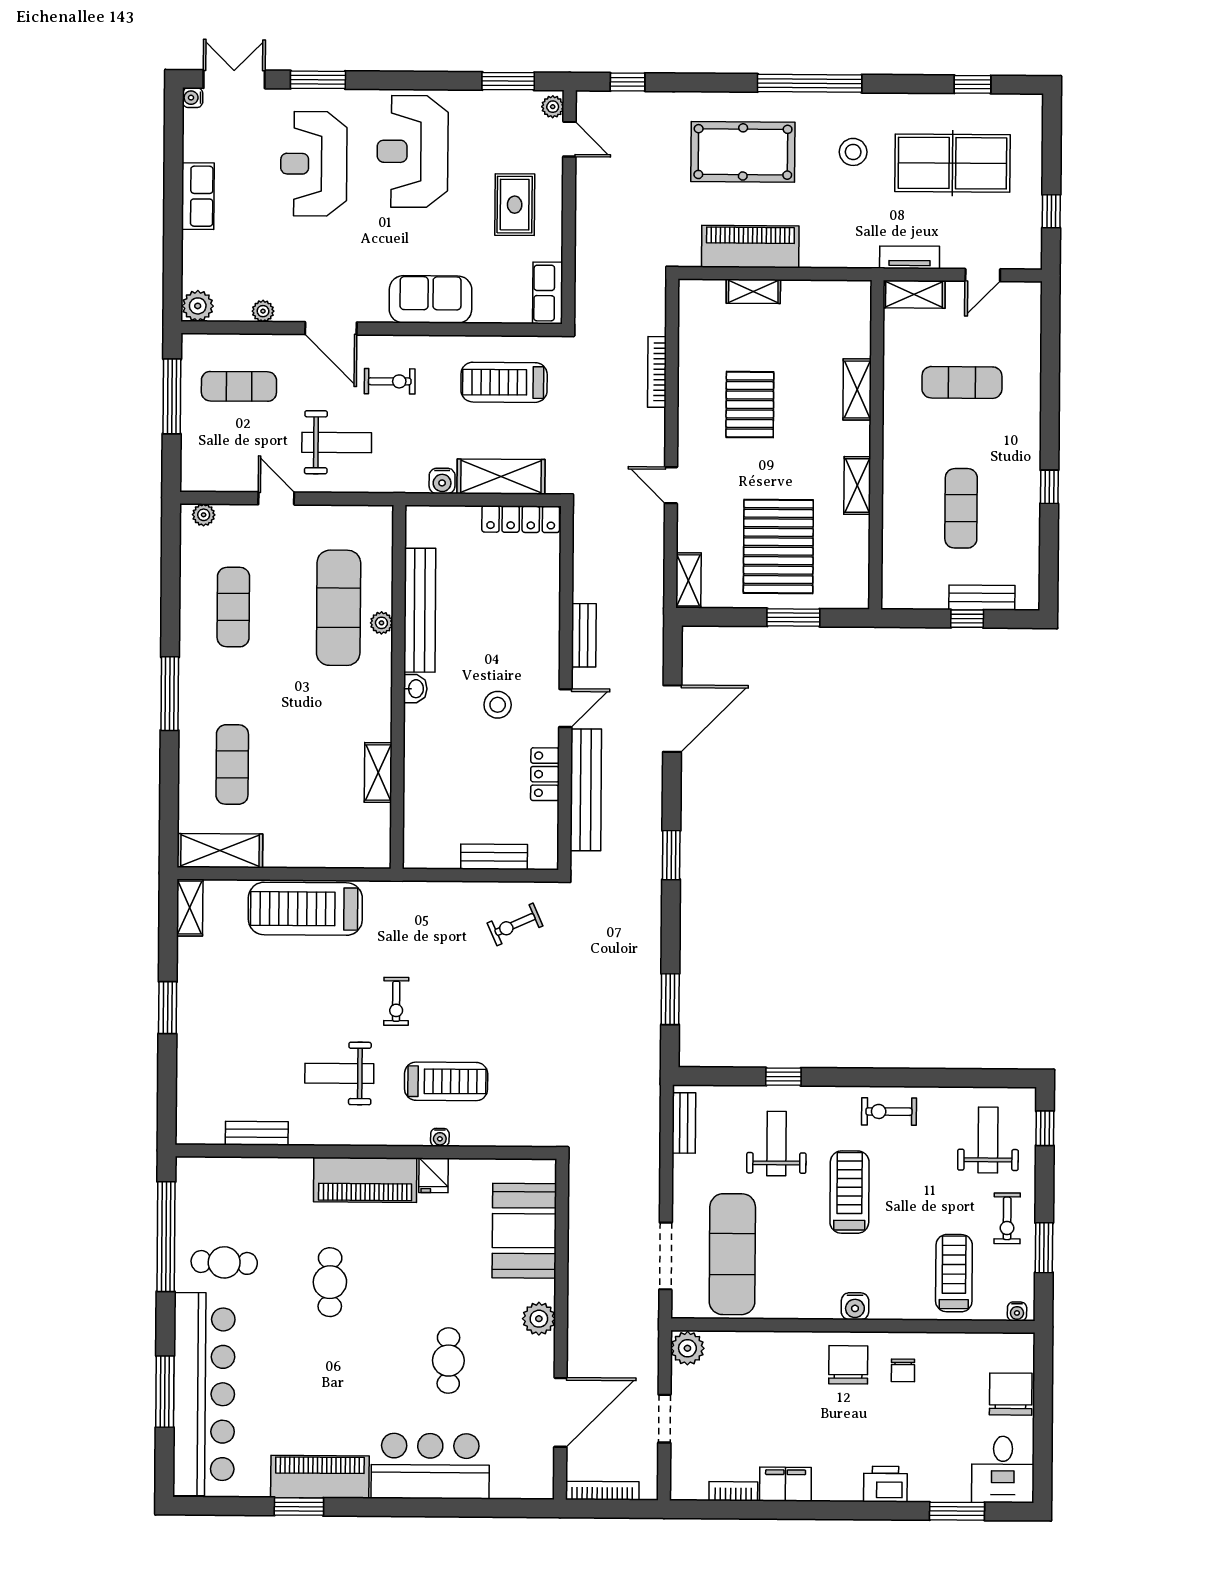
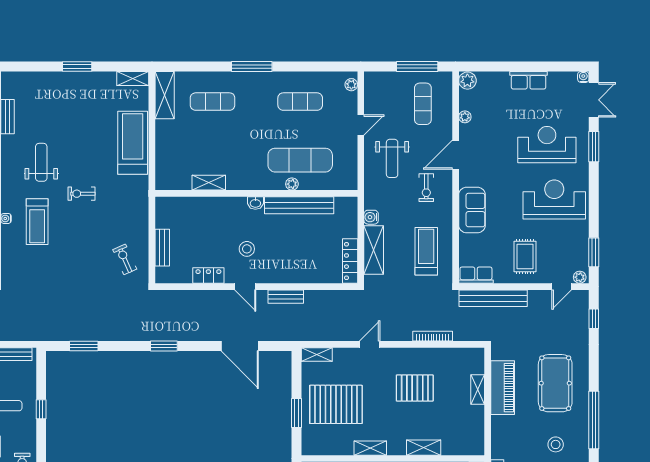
rug: (515, 205) -> (525, 256), turned 90
bench: (586, 790) -> (493, 298), moved

